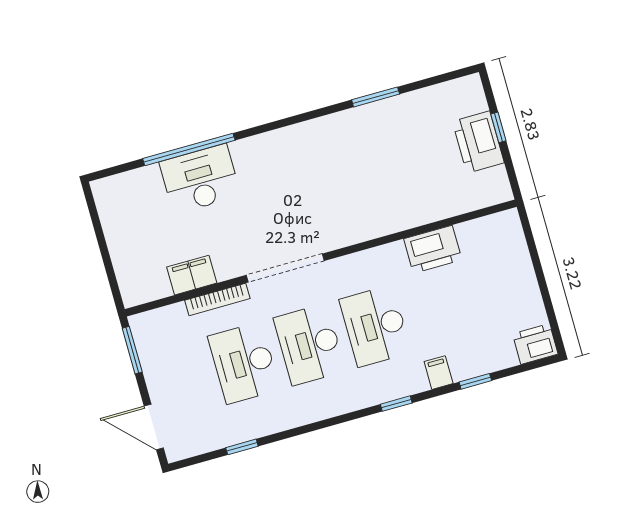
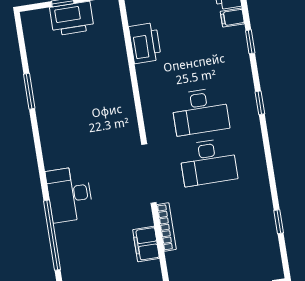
desk: (200, 179) -> (69, 194), moved
printer: (433, 249) -> (145, 43), moved
desk: (244, 363) -> (216, 213), removed
filing cabinet: (439, 373) -> (232, 18), moved

